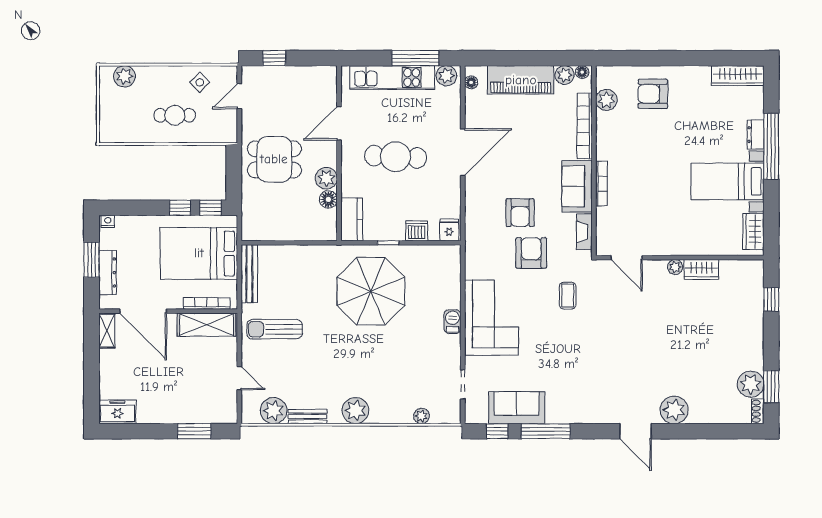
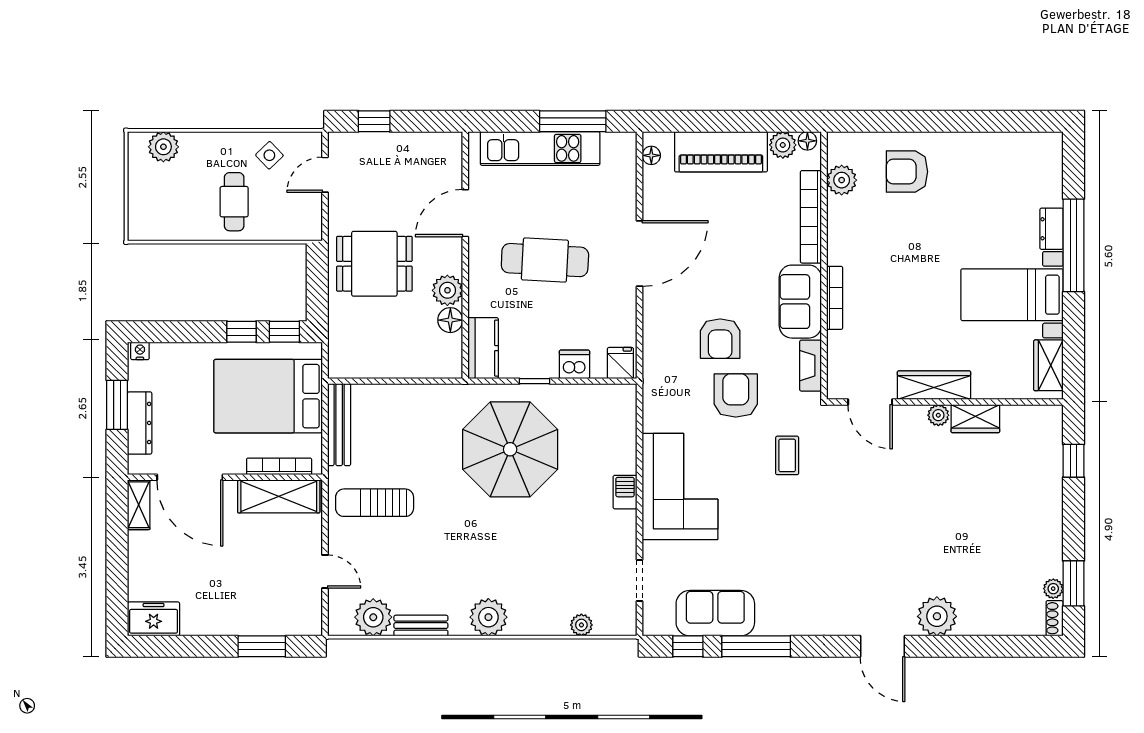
plant: (446, 76) -> (616, 146), removed
wardrobe: (738, 76) -> (934, 385), moved, turned 180
cafe table: (175, 115) -> (234, 202), turned 90
plant: (751, 384) -> (1053, 589), width x0.53, depth x0.53

